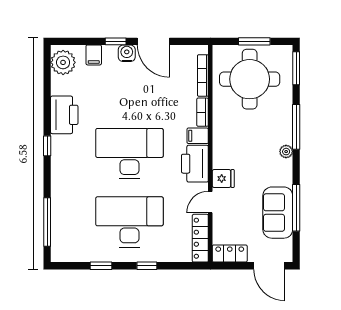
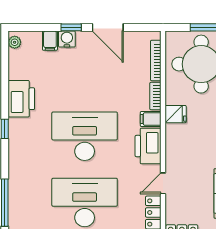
water cooler: (127, 53) -> (67, 39), moved
plant: (63, 62) -> (15, 42), width x0.53, depth x0.53
fridge: (223, 179) -> (176, 114), moved

